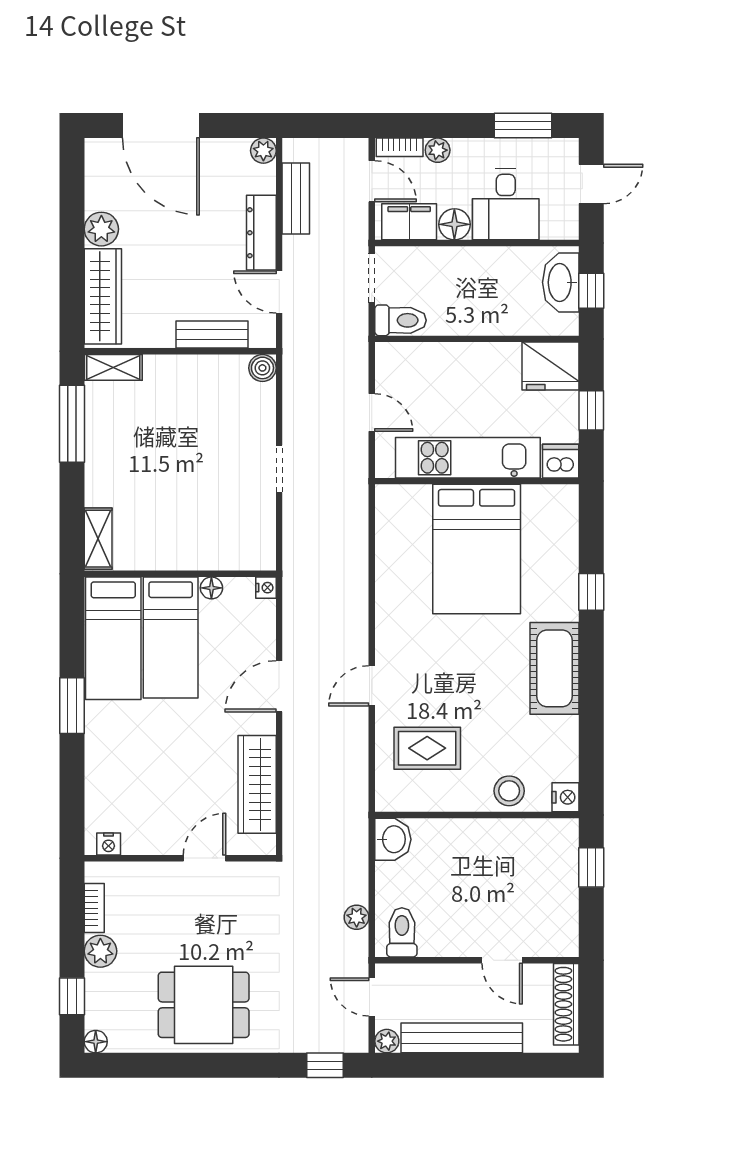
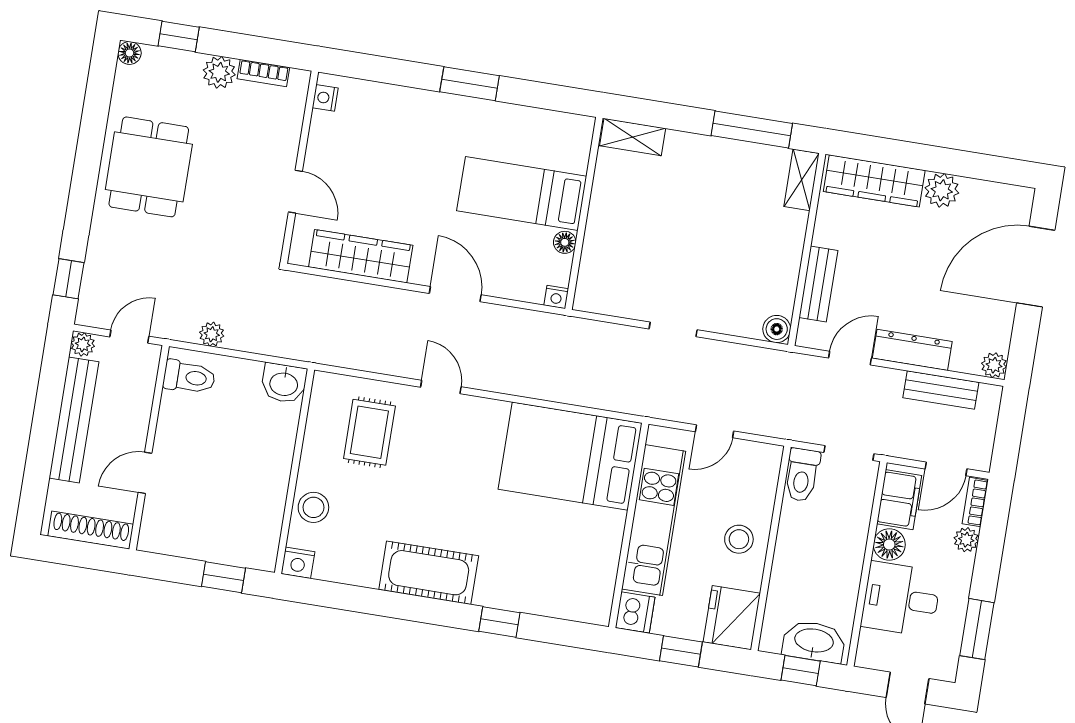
stool: (473, 372) -> (739, 539), added
bed: (477, 549) -> (570, 456), moved
bed: (113, 638) -> (530, 136), removed

